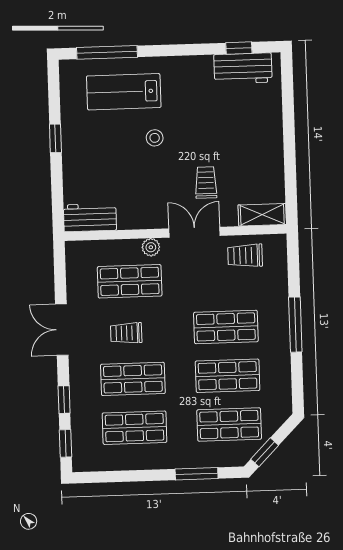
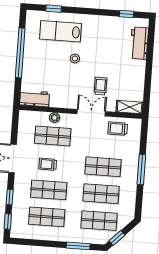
window: (107, 52) -> (54, 9), width x0.46
workbench: (243, 68) -> (139, 43), moved, turned 90
window: (55, 138) -> (20, 53), width x3.17
plant: (151, 247) -> (54, 118), moved

